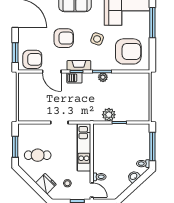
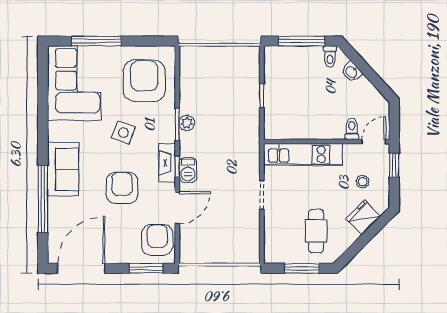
plant: (109, 115) -> (249, 113), removed

